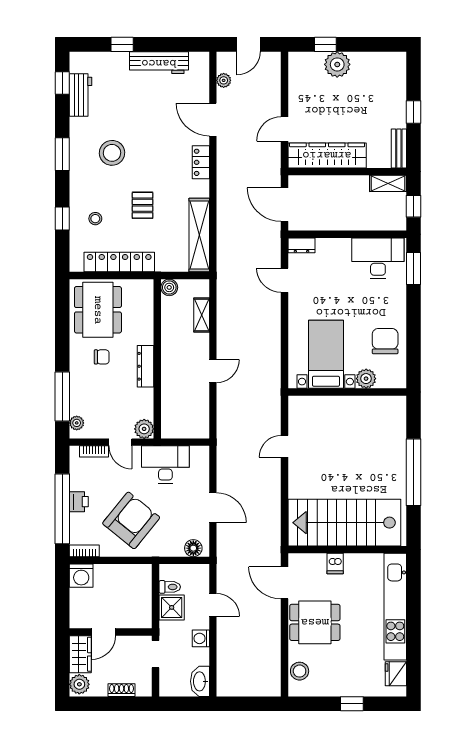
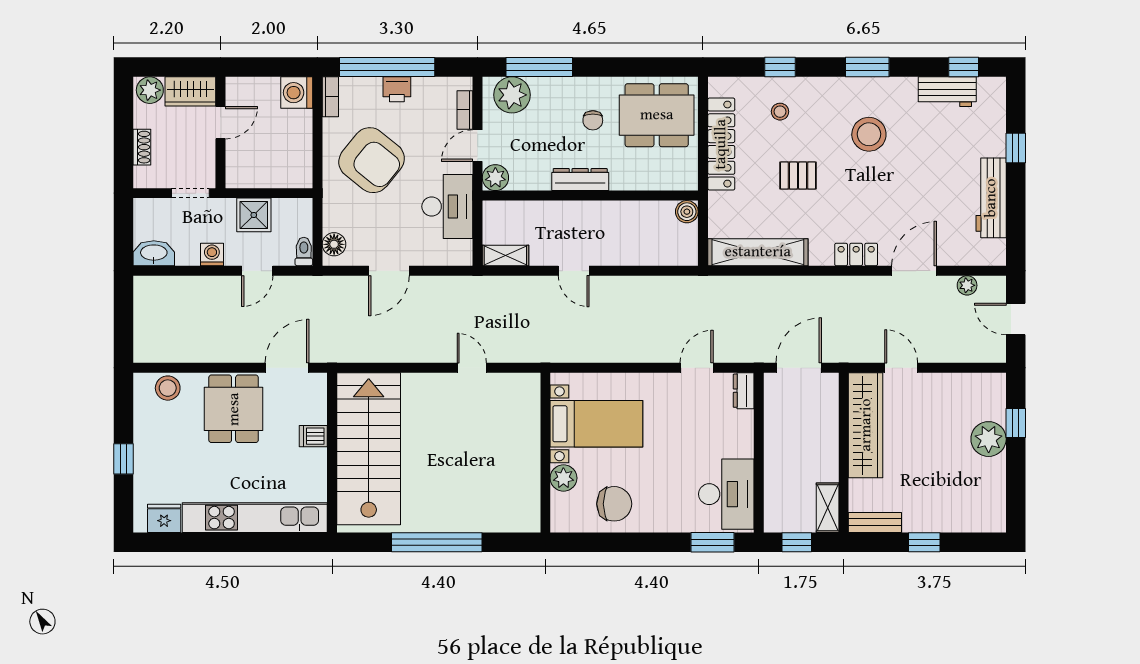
shelving: (202, 315) -> (505, 255), moved
plant: (77, 423) -> (512, 95), width x1.88, depth x1.88
toilet: (170, 587) -> (304, 252), moved, turned 180
door: (103, 632) -> (220, 123), swing flipped

